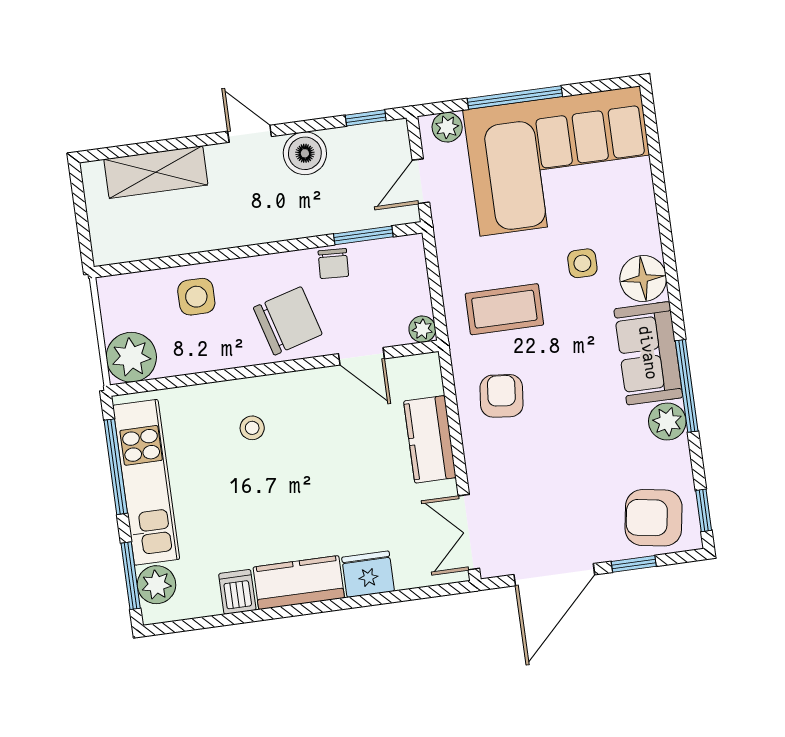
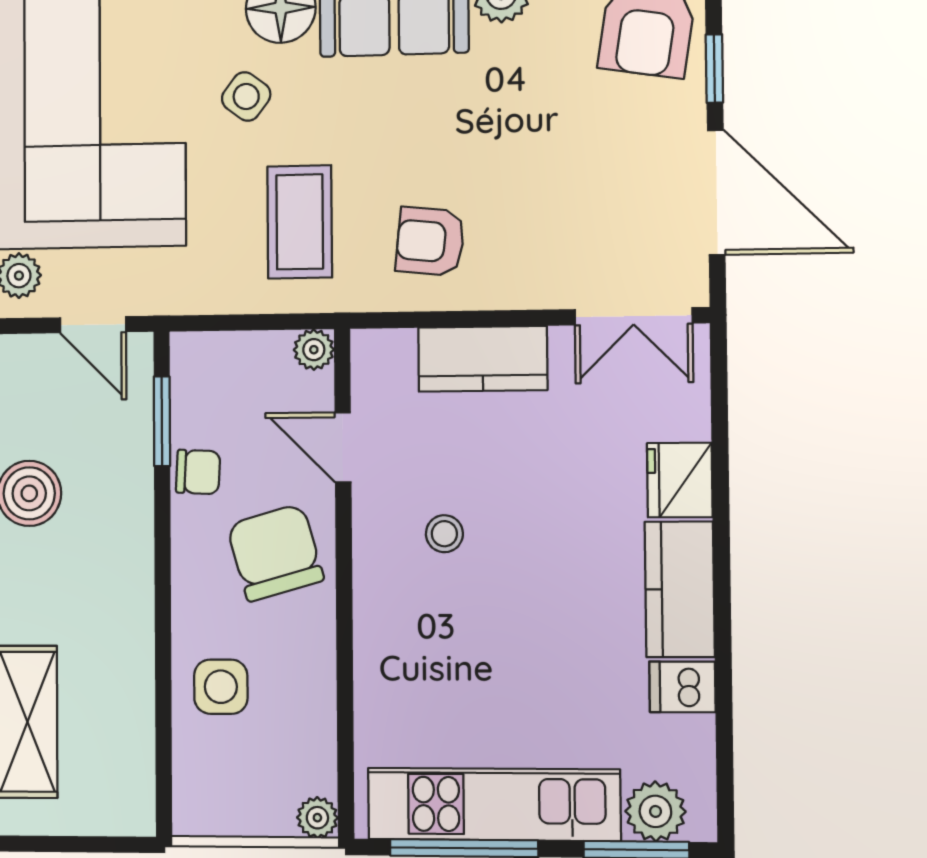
side table: (582, 263) -> (246, 96), turned 37
door: (361, 356) -> (343, 447), swing flipped
plant: (131, 357) -> (317, 818), width x0.53, depth x0.53
stool: (252, 428) -> (444, 534), moved

